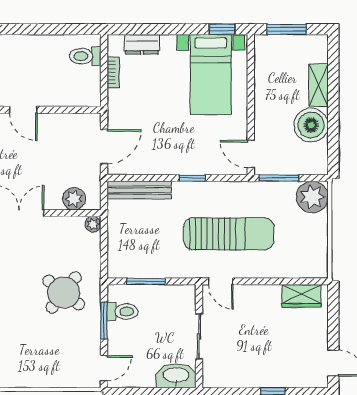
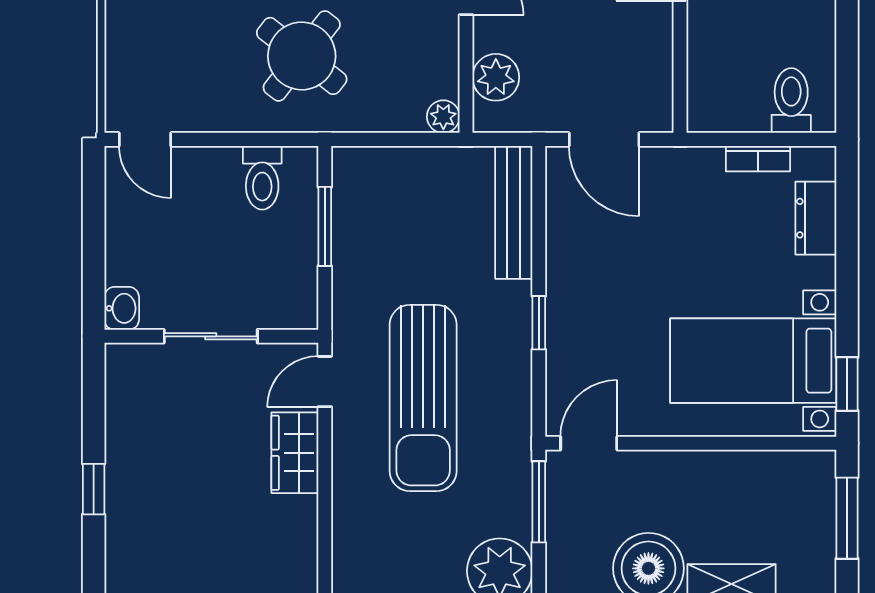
wardrobe: (301, 296) -> (295, 453), moved
window: (104, 320) -> (244, 139), removed
washbasin: (176, 376) -> (122, 308), width x0.52, depth x0.69

